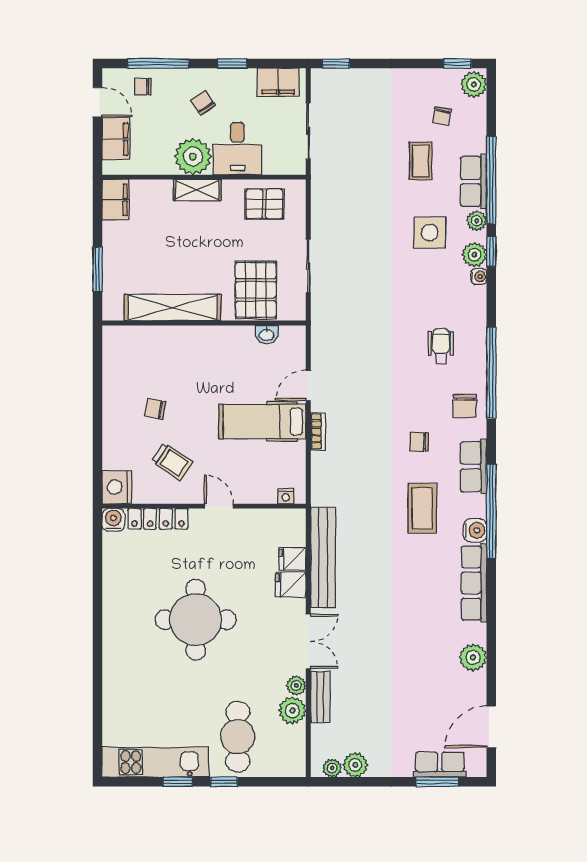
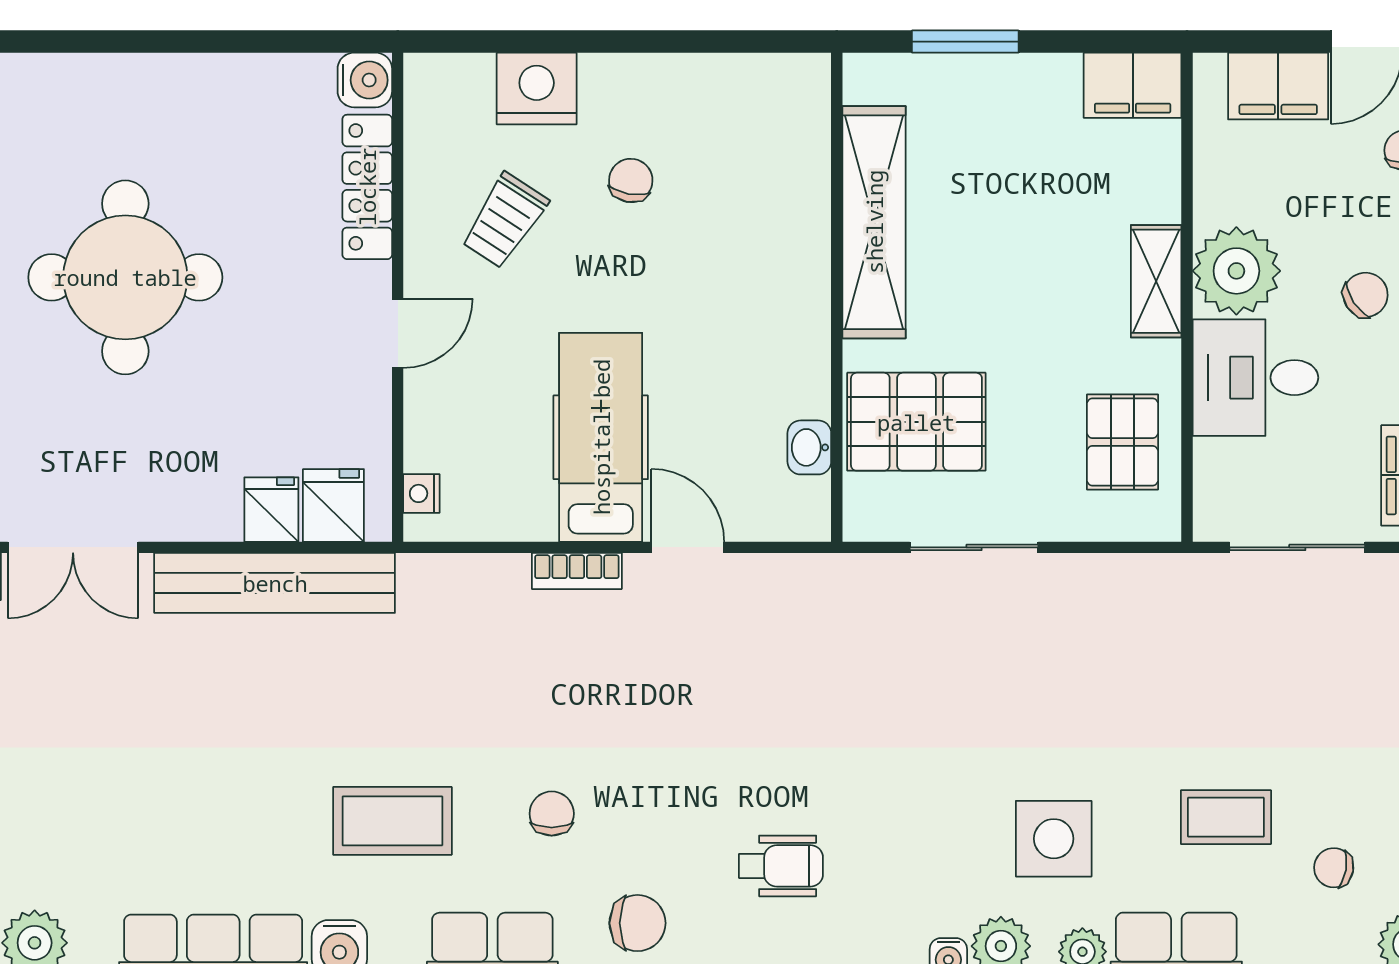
chair: (465, 406) -> (637, 923), turned 180
nightstand: (117, 487) -> (537, 89), moved
fridge: (291, 585) -> (333, 505), moved

